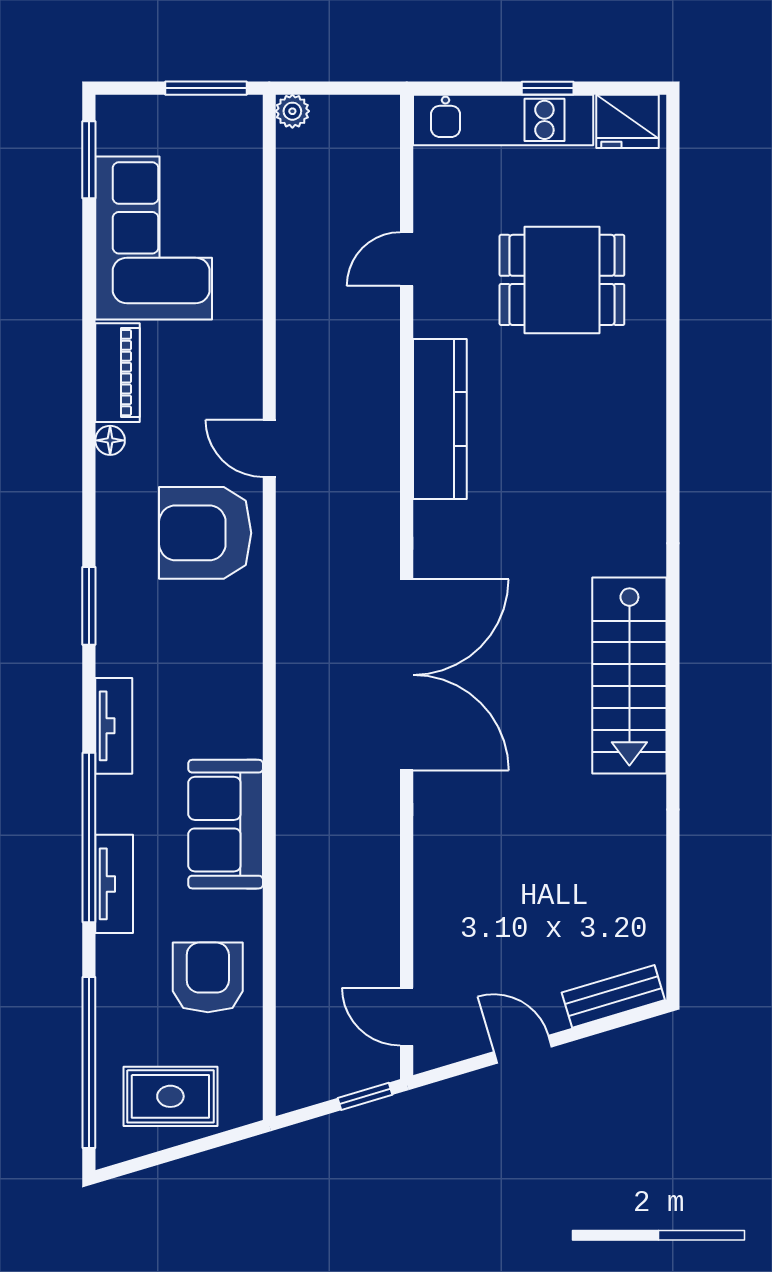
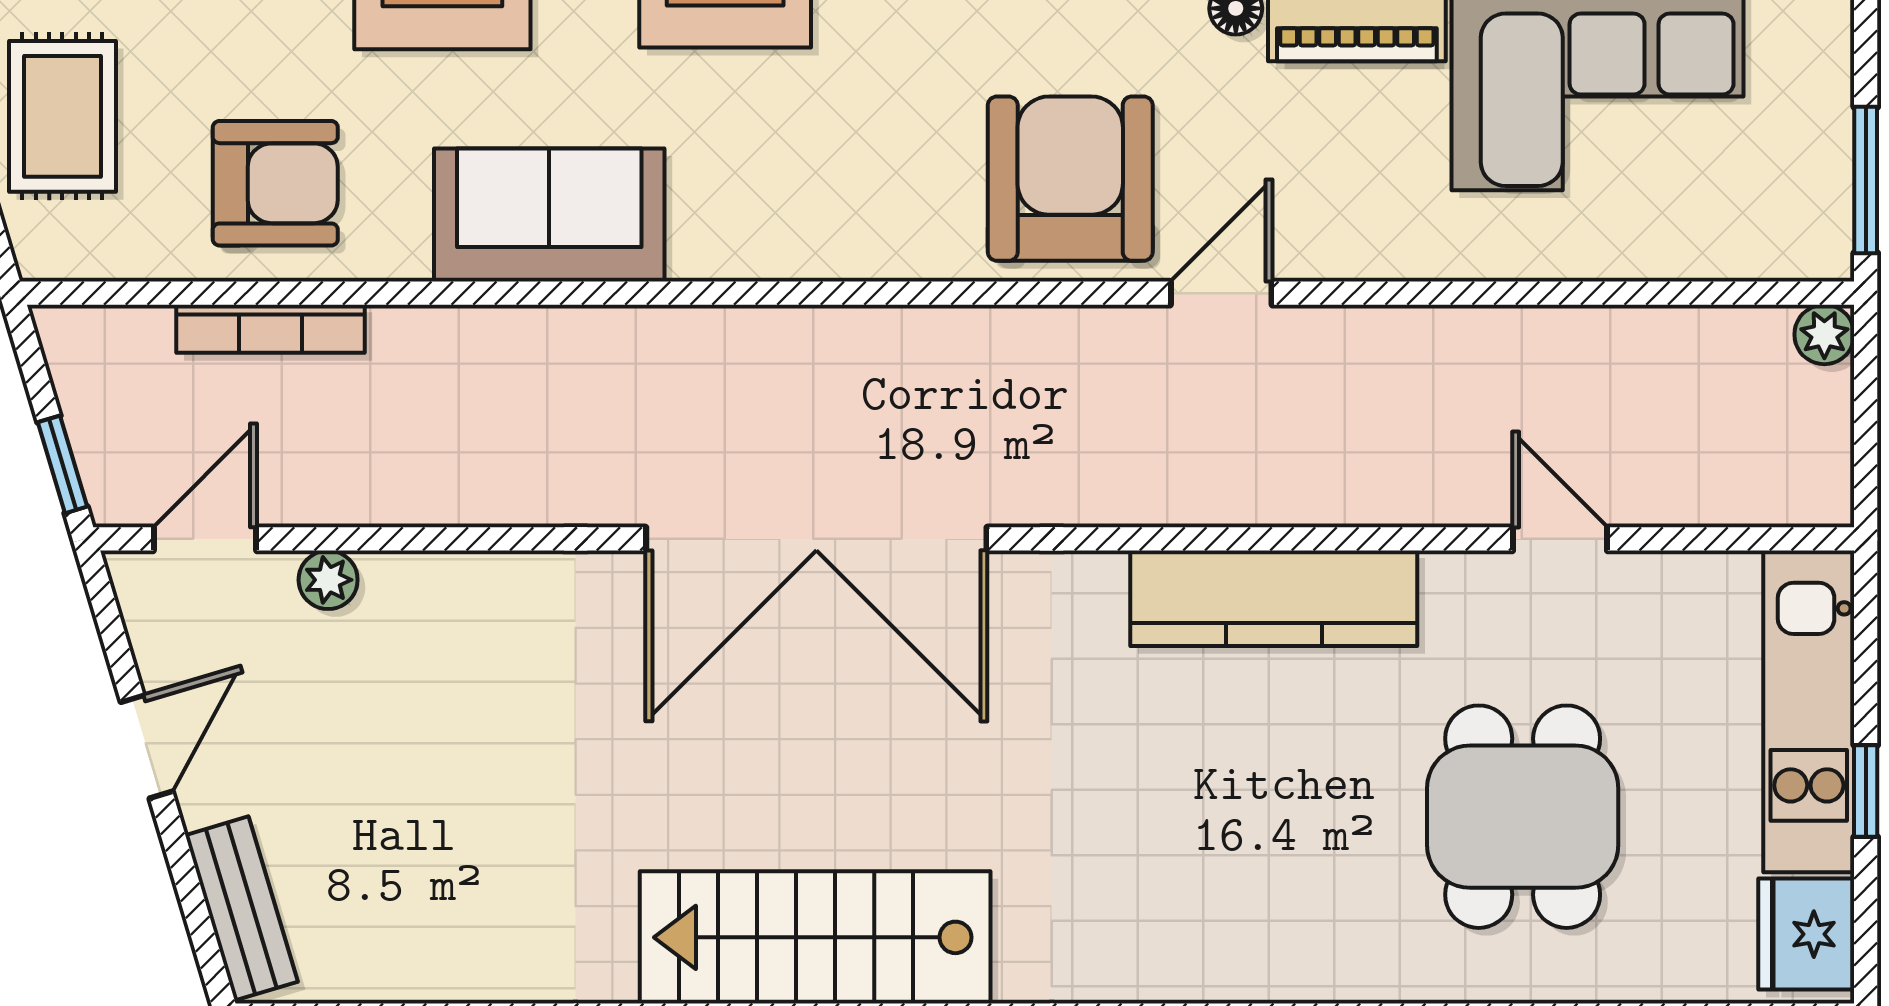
plant: (430, 948) -> (328, 580), added
bookcase: (289, 980) -> (270, 329), added

